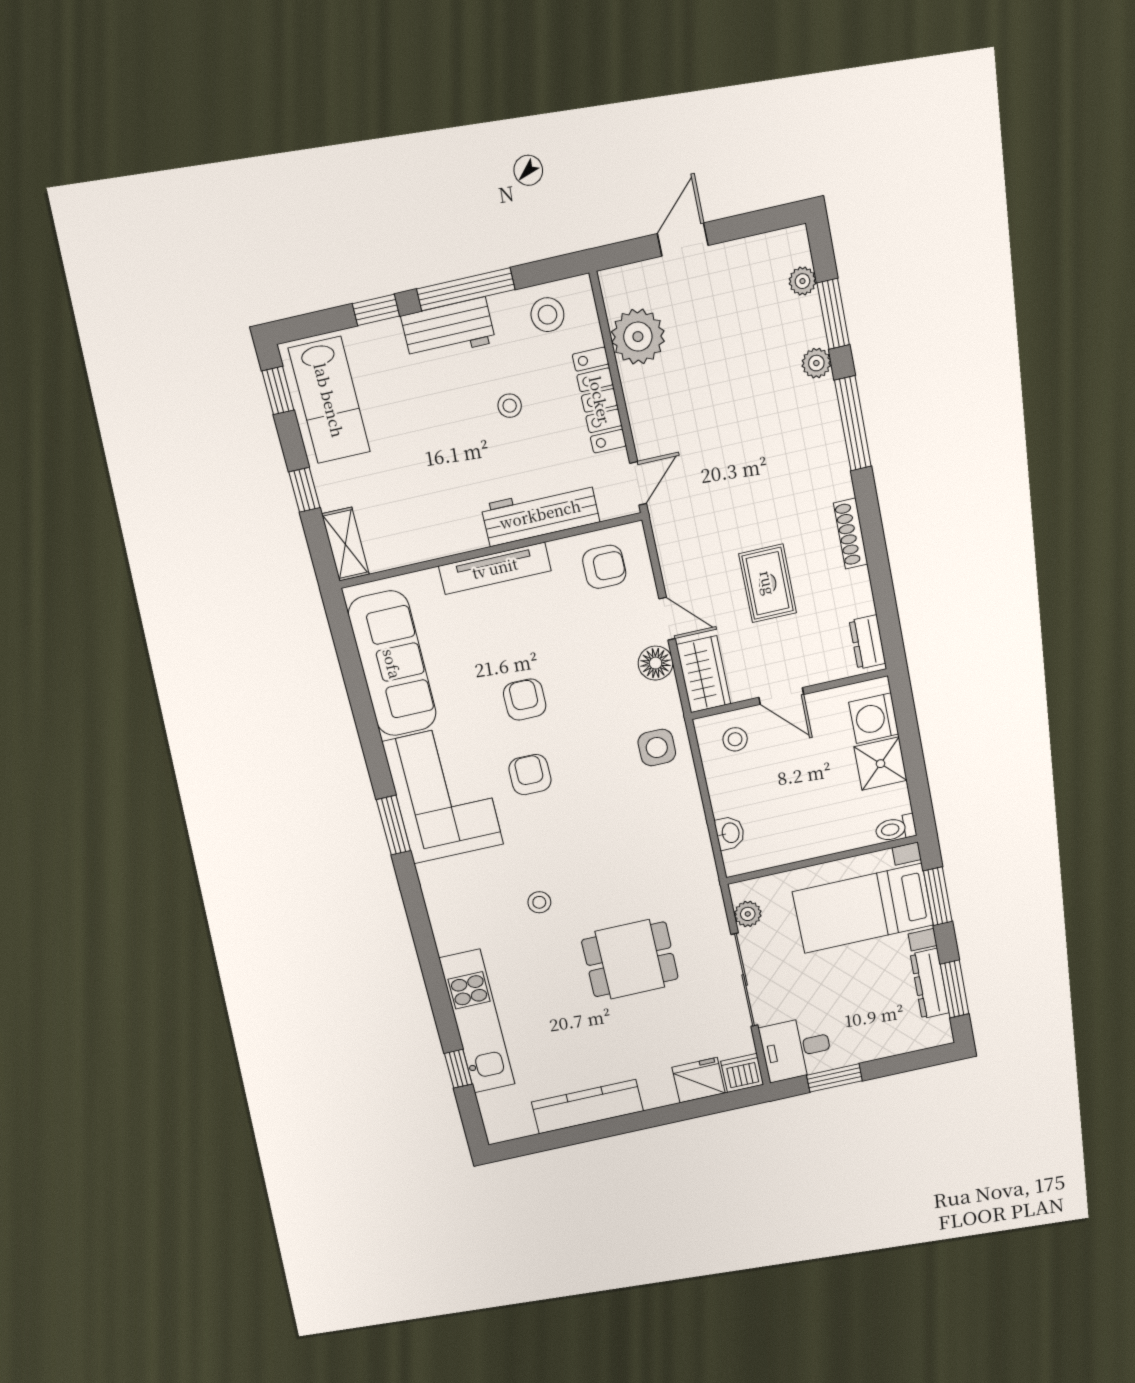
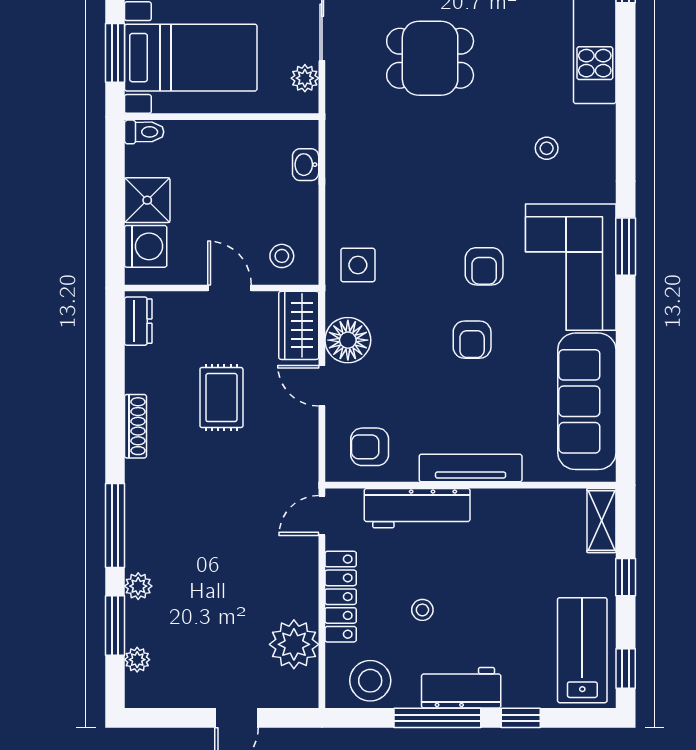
stool: (547, 315) -> (370, 681), width x1.38, depth x1.38
floor lamp: (656, 663) -> (348, 340), width x1.38, depth x1.38
stool: (539, 902) -> (547, 148), moved

